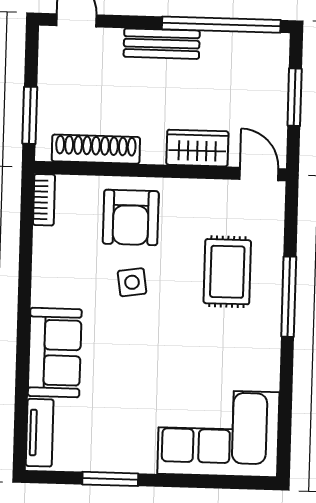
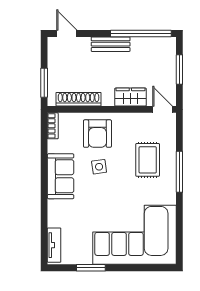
sofa: (55, 353) -> (61, 176), moved
corner sofa: (218, 433) -> (134, 235), width x1.36, depth x1.36

